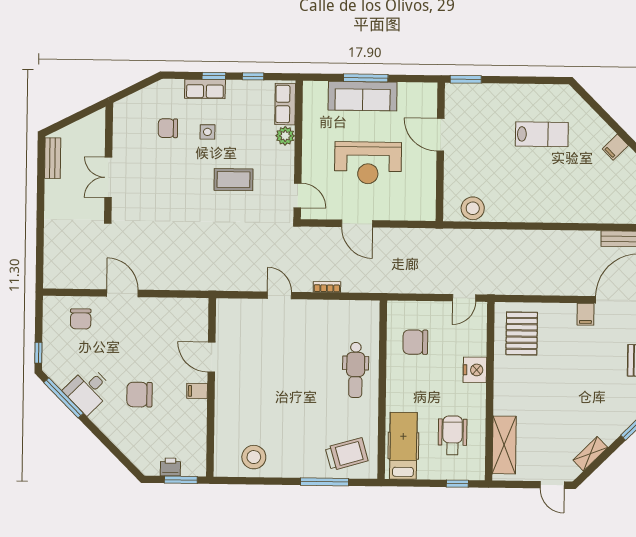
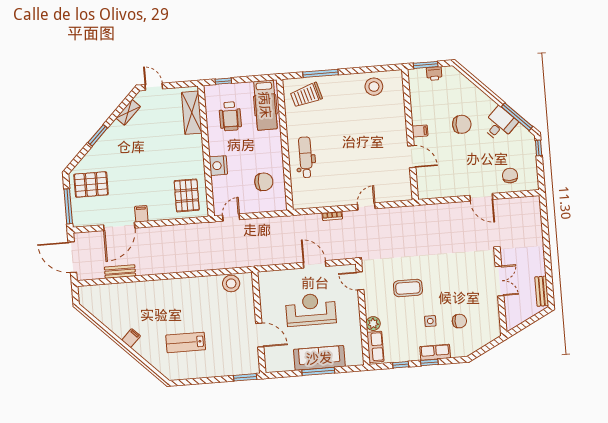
door: (279, 295) -> (366, 207), swing flipped

